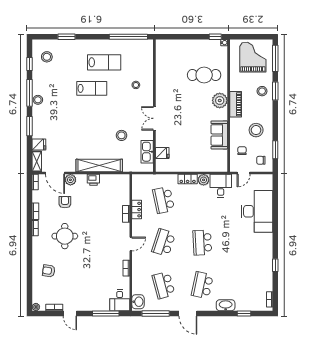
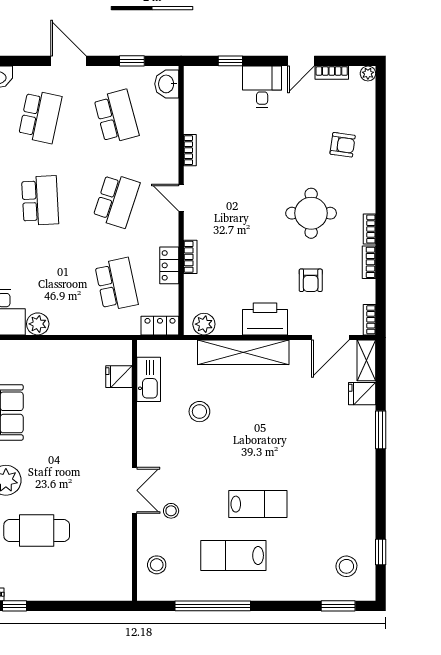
window: (66, 37) -> (338, 606), moved
window: (128, 37) -> (213, 606), moved
lab bench: (92, 88) -> (258, 504), turned 180
window: (29, 93) -> (381, 495), removed
stool: (38, 100) -> (157, 565), moved
double door: (154, 118) -> (134, 490), moved
door: (55, 173) -> (330, 337), swing flipped
locker: (188, 179) -> (160, 326), moved
plant: (70, 180) -> (204, 324), moved
printer: (93, 180) -> (265, 319), width x1.87, depth x1.48
door: (131, 244) -> (181, 198), hinge flipped
desk: (120, 300) -> (262, 87), moved
door: (70, 313) -> (301, 61), swing flipped
window: (106, 313) -> (230, 61), width x0.46
window: (156, 313) -> (132, 61), width x0.46

